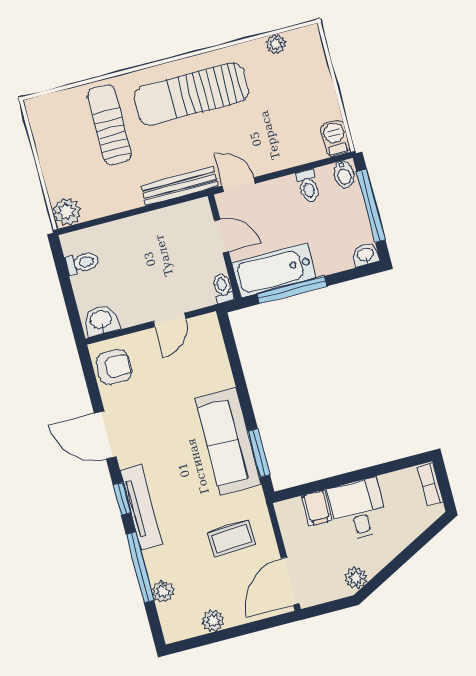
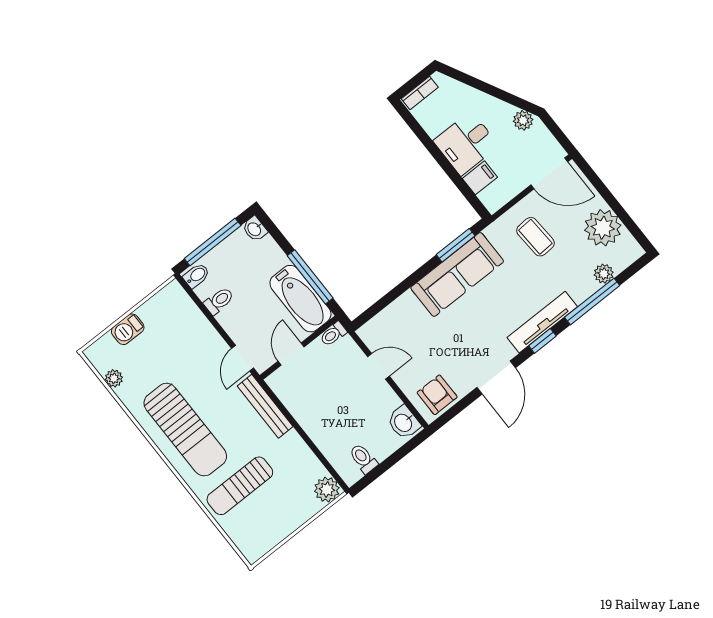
barbecue: (335, 138) -> (128, 329), moved
plant: (213, 621) -> (603, 228), width x1.87, depth x1.87

